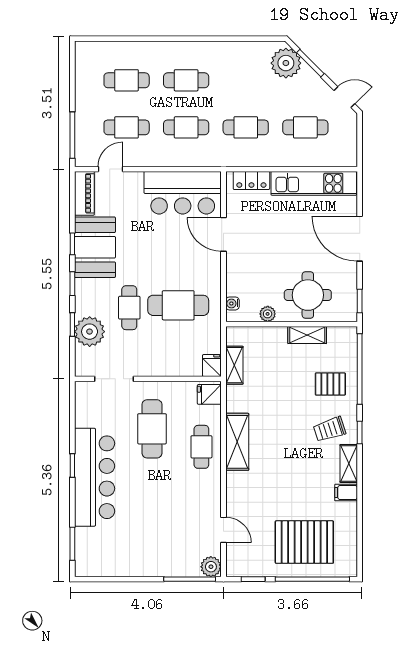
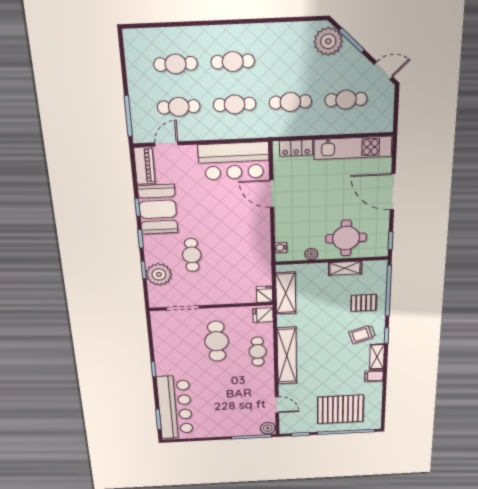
cafe table: (178, 305) -> (234, 251), removed
shelving: (234, 365) -> (286, 293), width x1.50, depth x1.33
shelving: (237, 442) -> (287, 356), width x1.47
bar counter: (95, 477) -> (175, 407), moved

